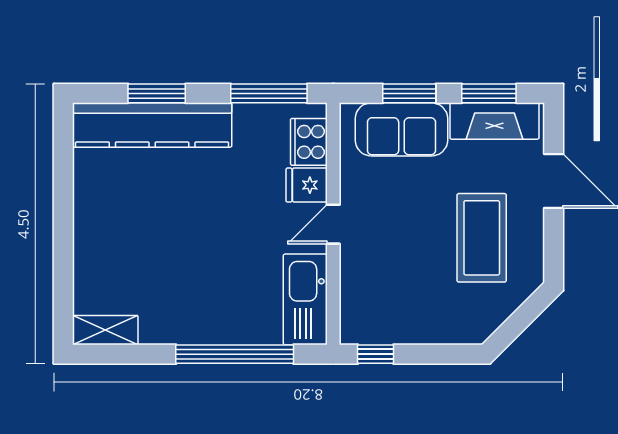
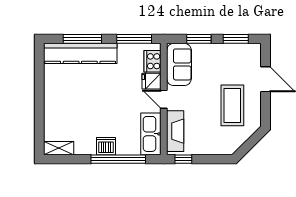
window: (157, 93) -> (82, 39), width x1.44
fireplace: (494, 121) -> (175, 131), moved, turned -90
sofa: (401, 129) -> (179, 64), moved, turned -90
door: (333, 224) -> (164, 99), hinge flipped
dishwasher: (208, 326) -> (106, 146), added

